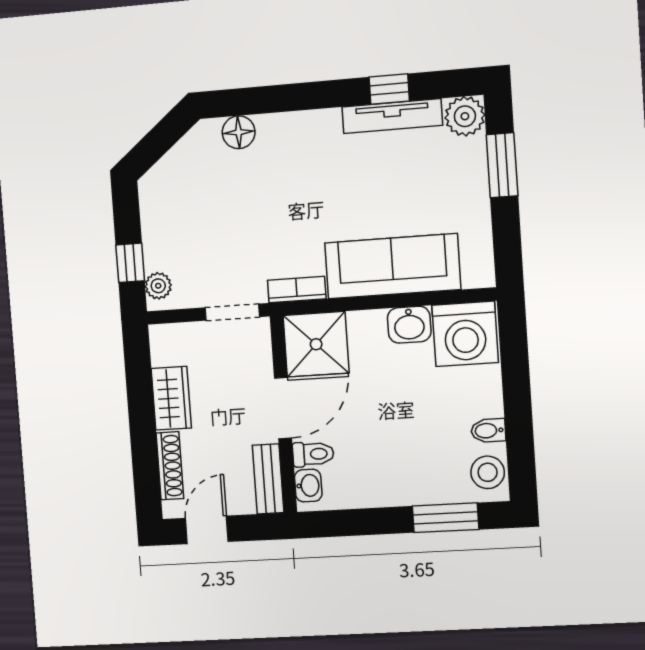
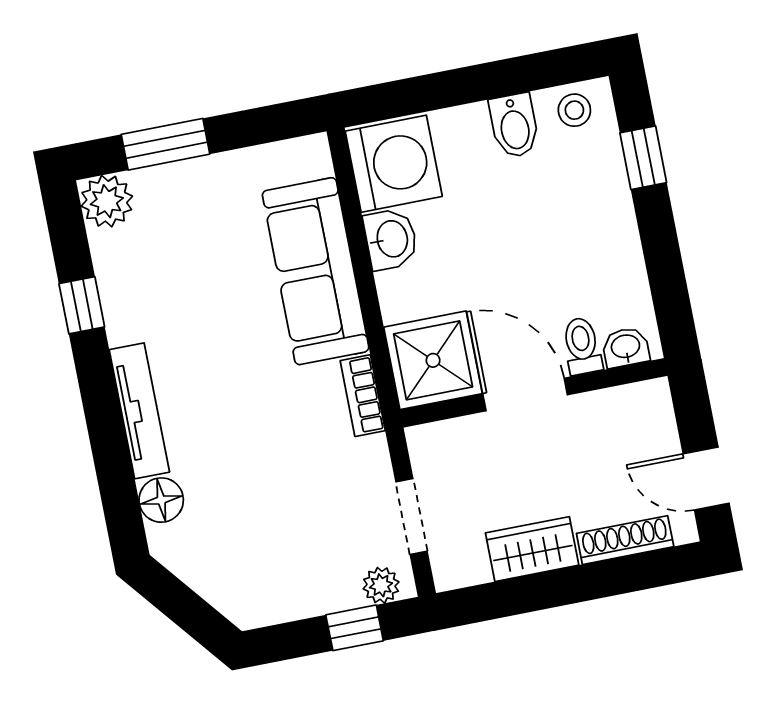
tv unit: (392, 116) -> (139, 411), moved
doorway: (232, 312) -> (411, 516), moved
bidet: (488, 431) -> (514, 126), width x1.38, depth x1.36
stool: (488, 472) -> (574, 110), width x0.73, depth x0.73
bench: (268, 479) -> (624, 403), removed
window: (446, 518) -> (643, 158), width x0.67

